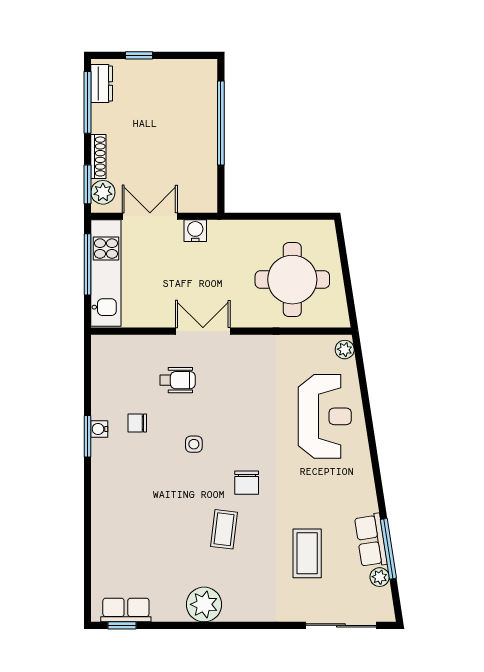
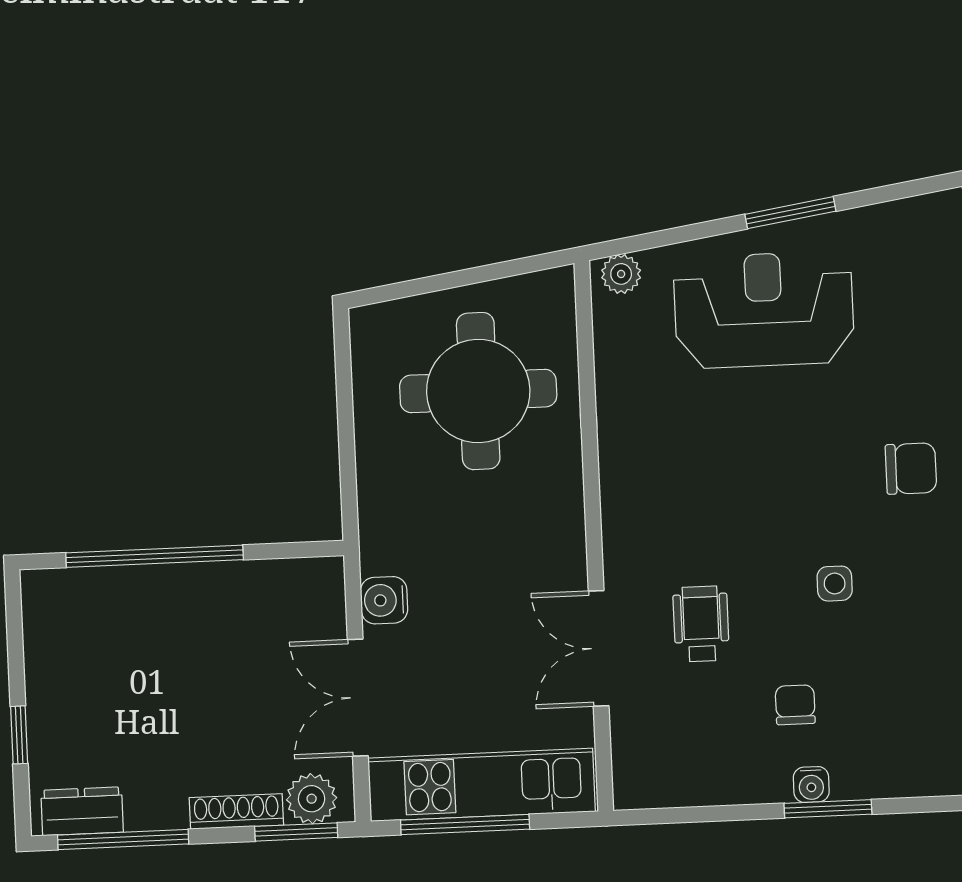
double door: (203, 331) -> (599, 648), moved
chair: (137, 423) -> (795, 705), turned 180
window: (370, 431) -> (790, 213), added

